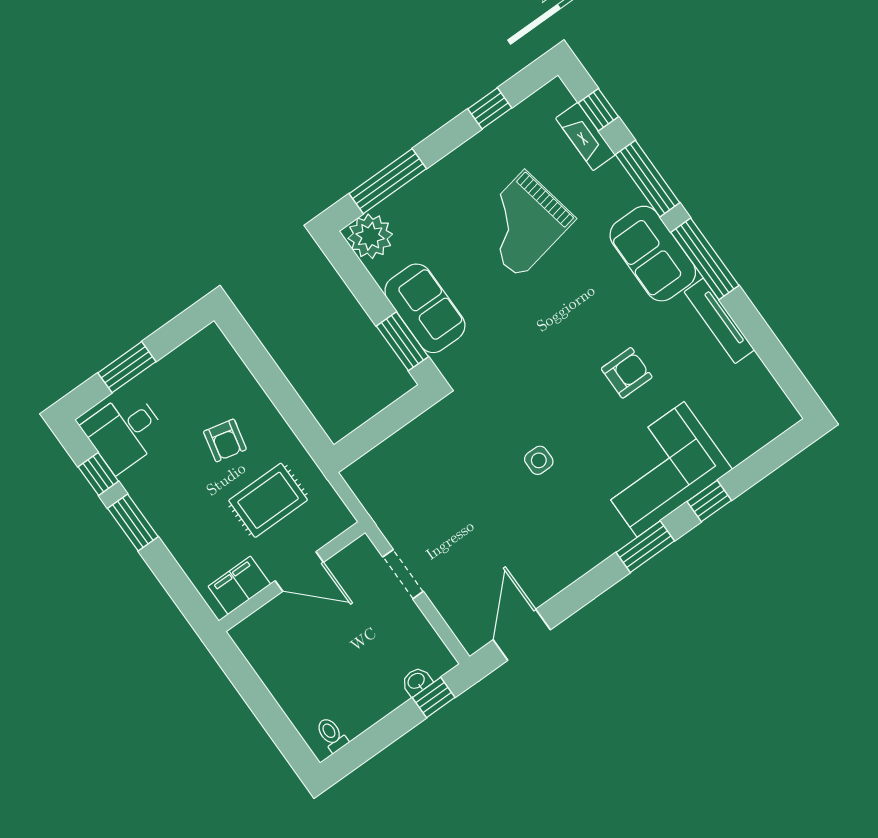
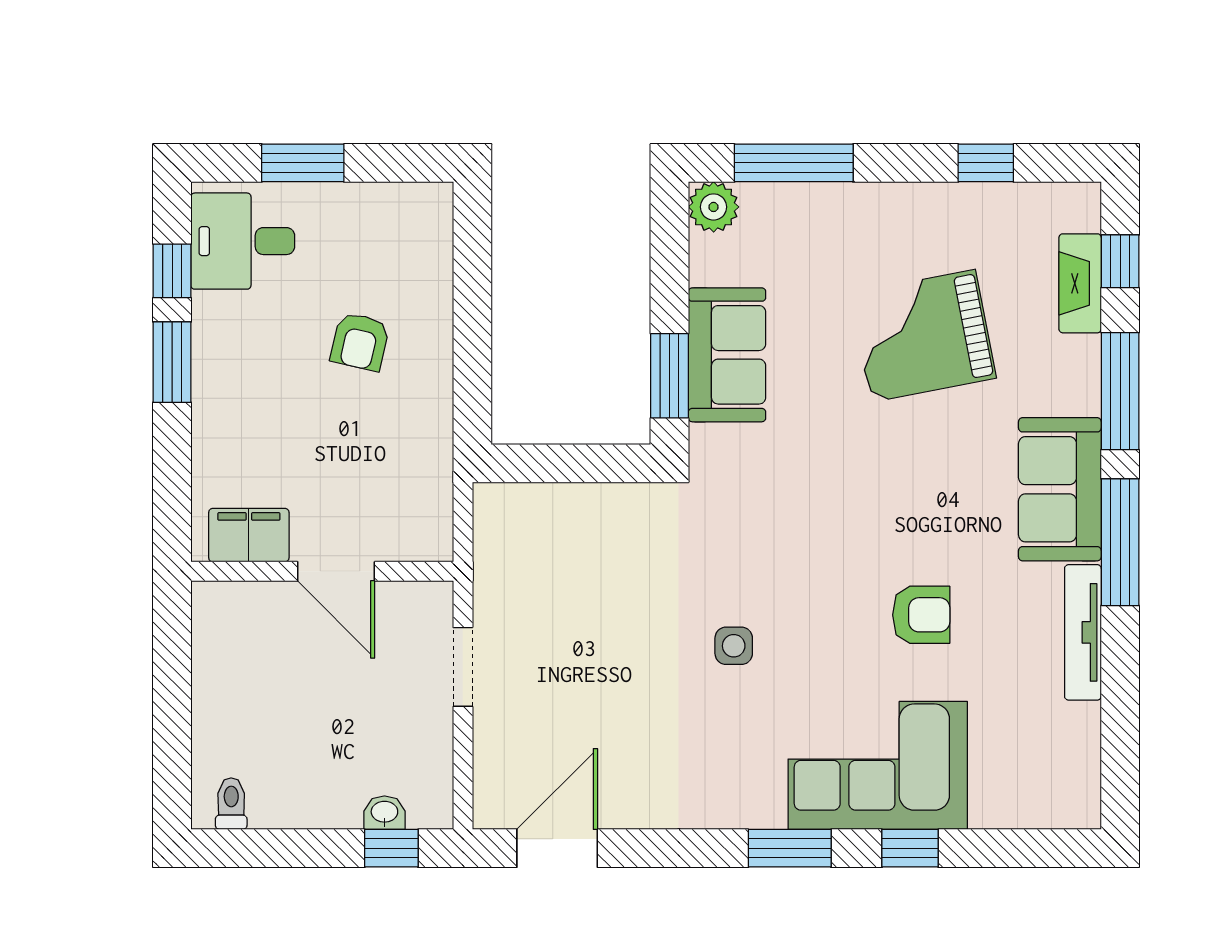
plant: (370, 236) -> (714, 207), width x0.73, depth x0.73
rug: (268, 500) -> (360, 455), removed

